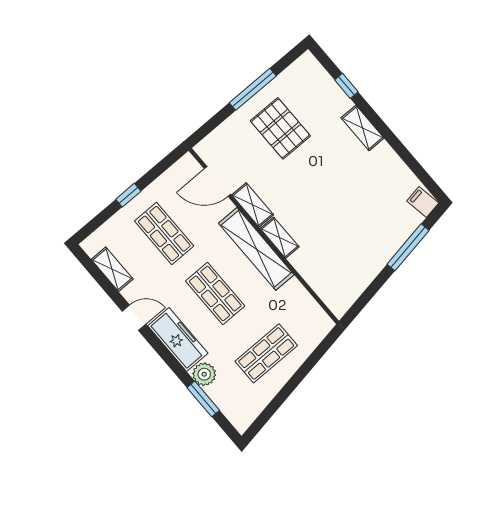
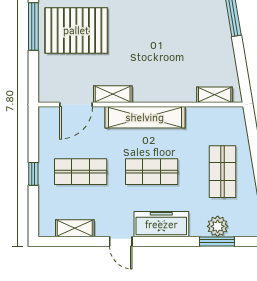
pallet: (280, 128) -> (76, 30), width x1.37, depth x1.41
shelving: (280, 238) -> (215, 95), moved
door: (134, 318) -> (121, 241), swing flipped
plant: (204, 374) -> (218, 226), moved

